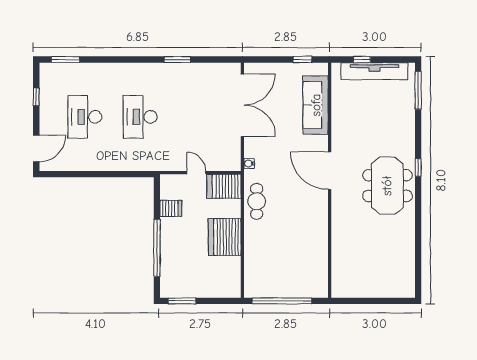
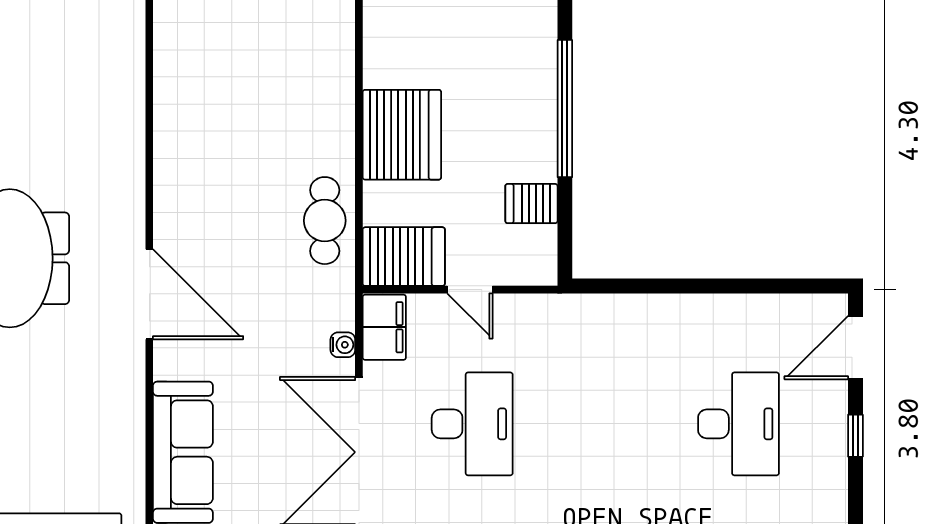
window: (36, 97) -> (855, 436), moved
desk: (140, 117) -> (472, 424), moved
filing cabinet: (232, 157) -> (384, 327), added
water cooler: (249, 164) -> (343, 345), moved

